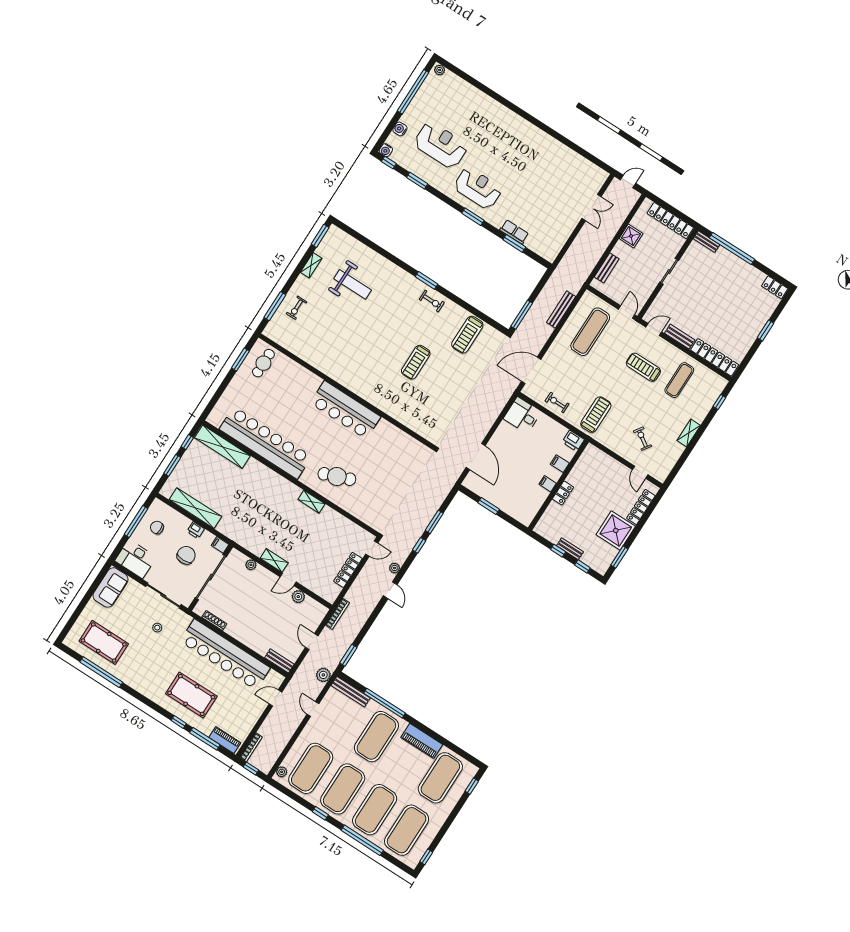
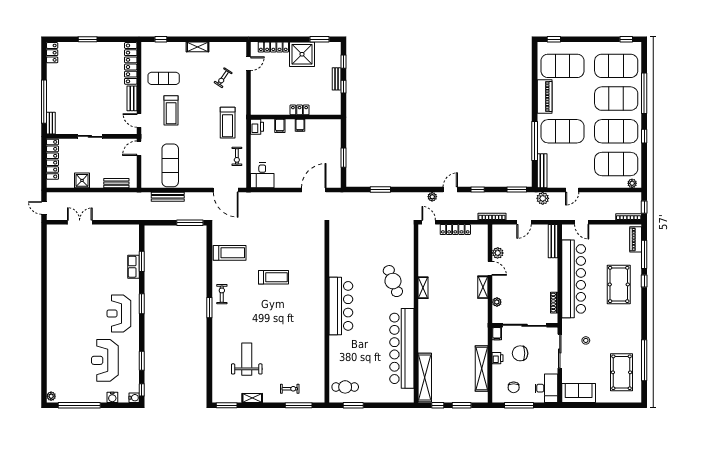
exercise mat: (590, 332) -> (170, 165), turned 90
treadmill: (596, 415) -> (228, 123), turned -90
window: (419, 545) -> (478, 190), moved
bench: (279, 661) -> (553, 241), width x1.36

